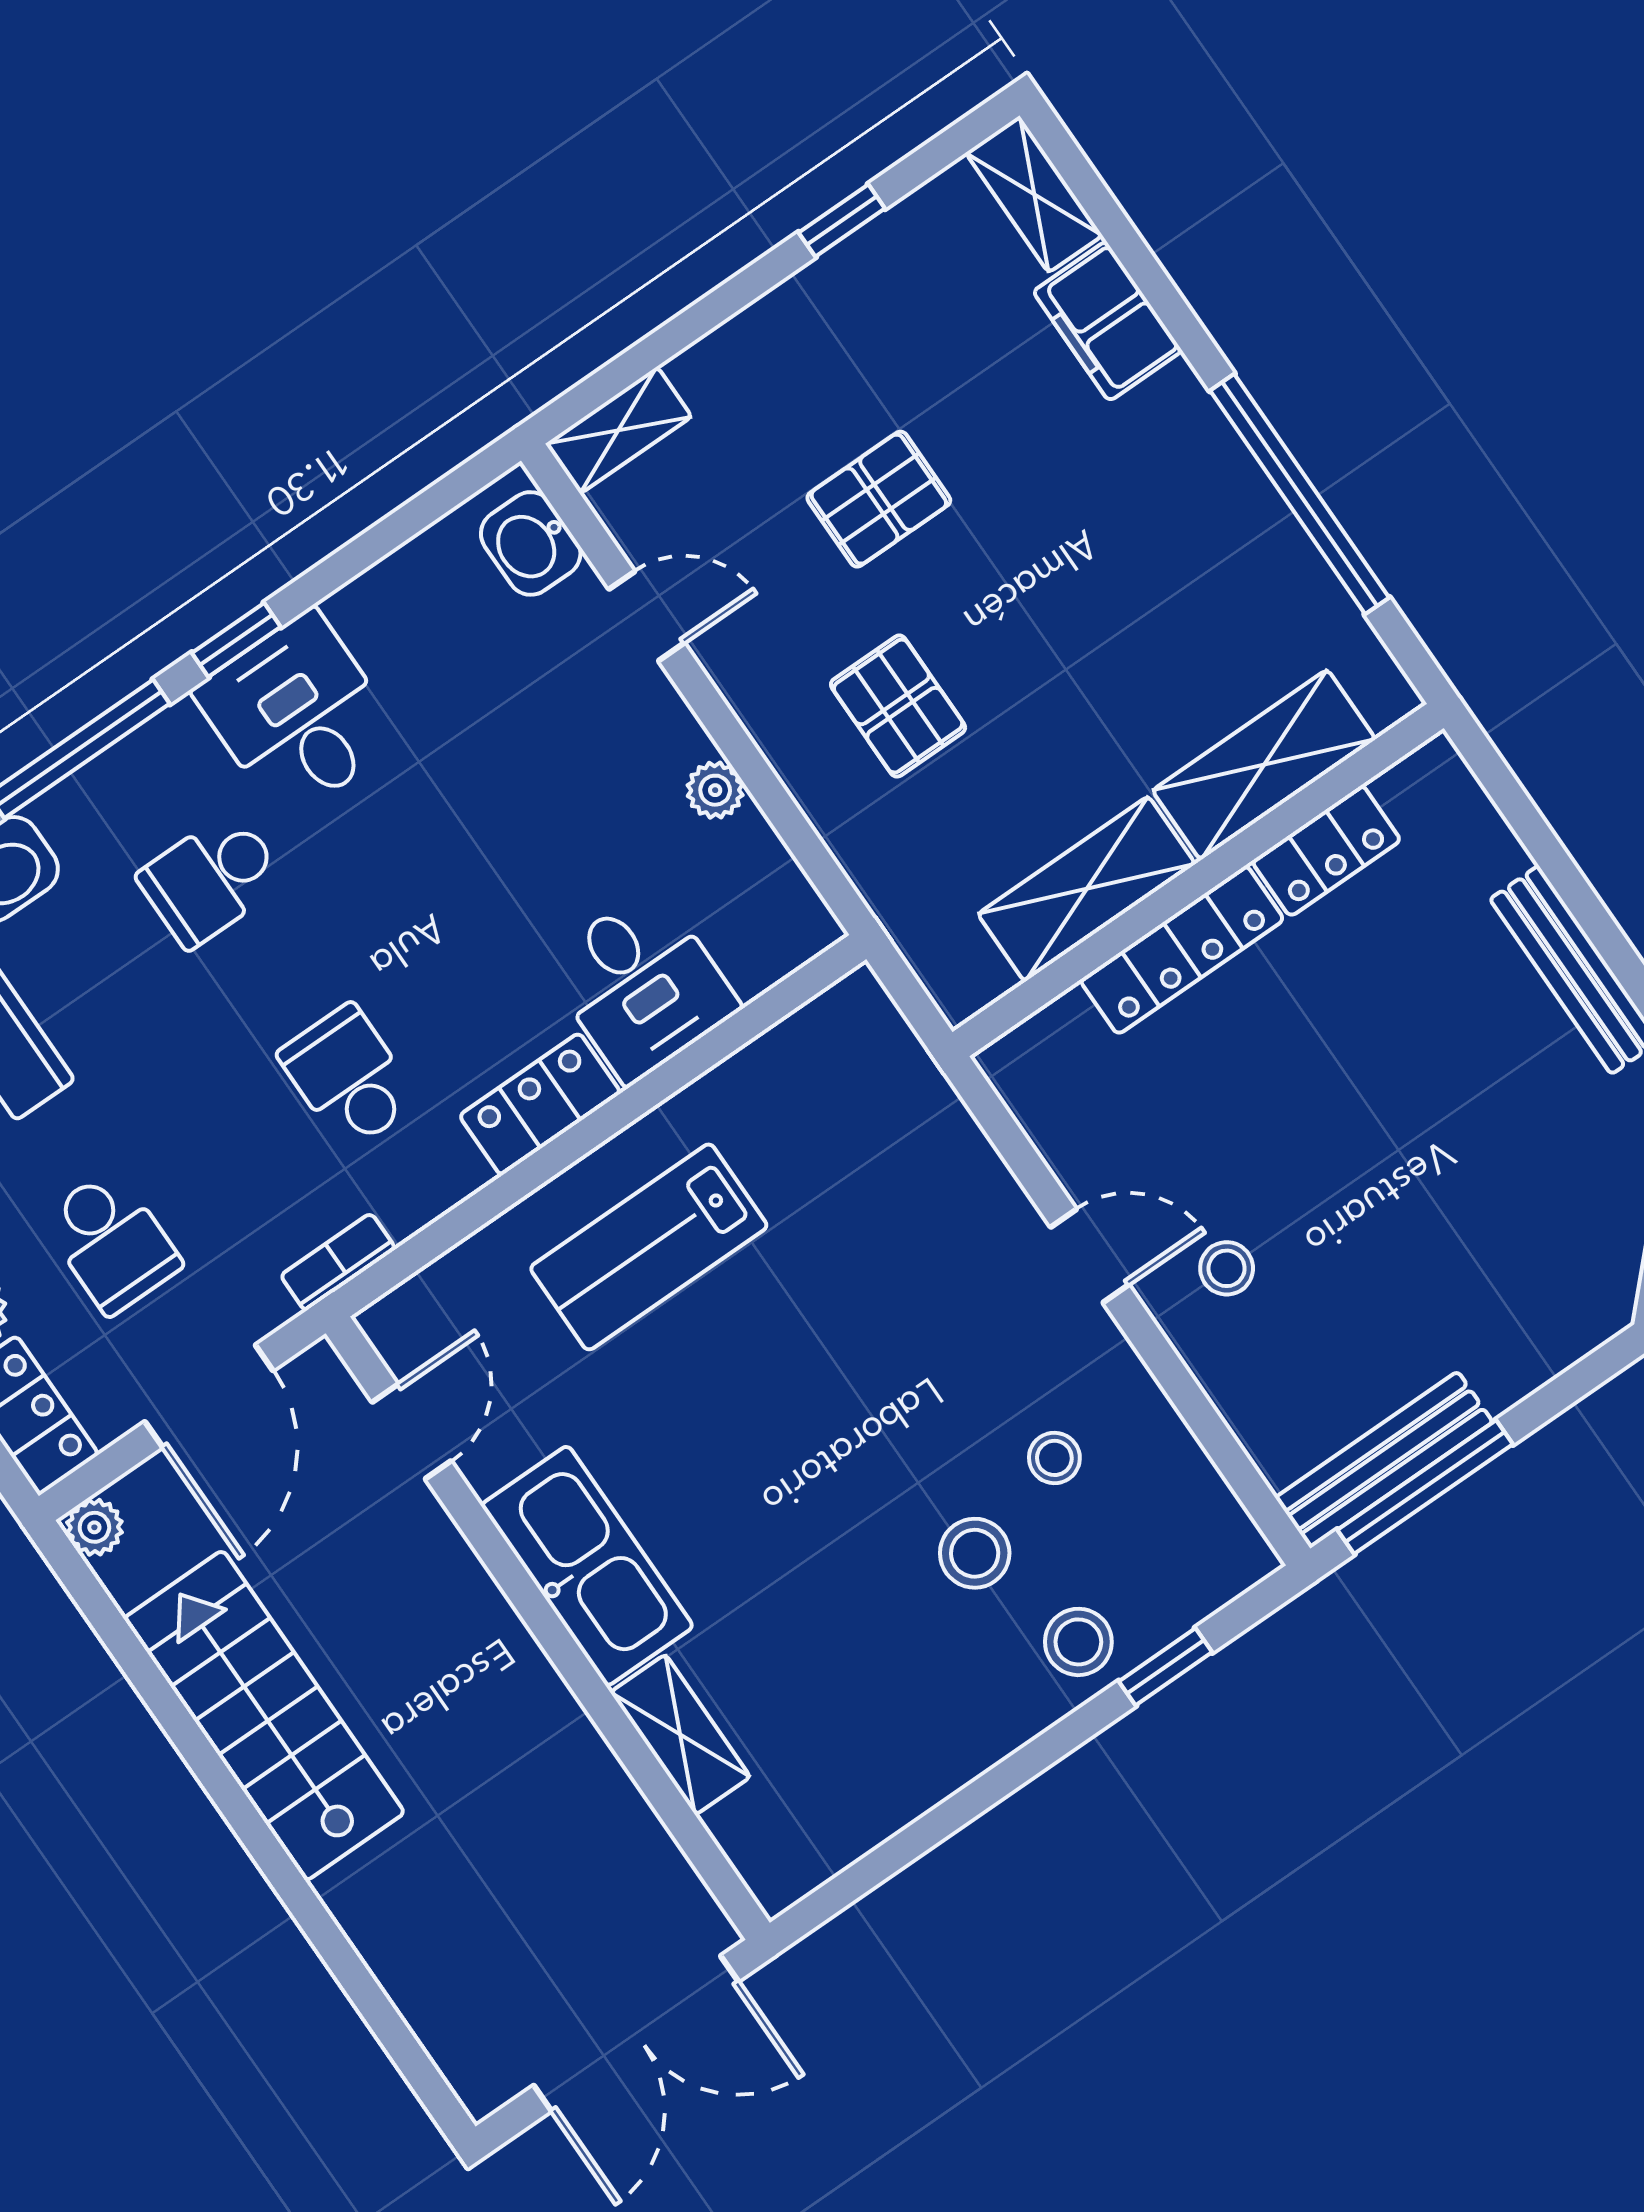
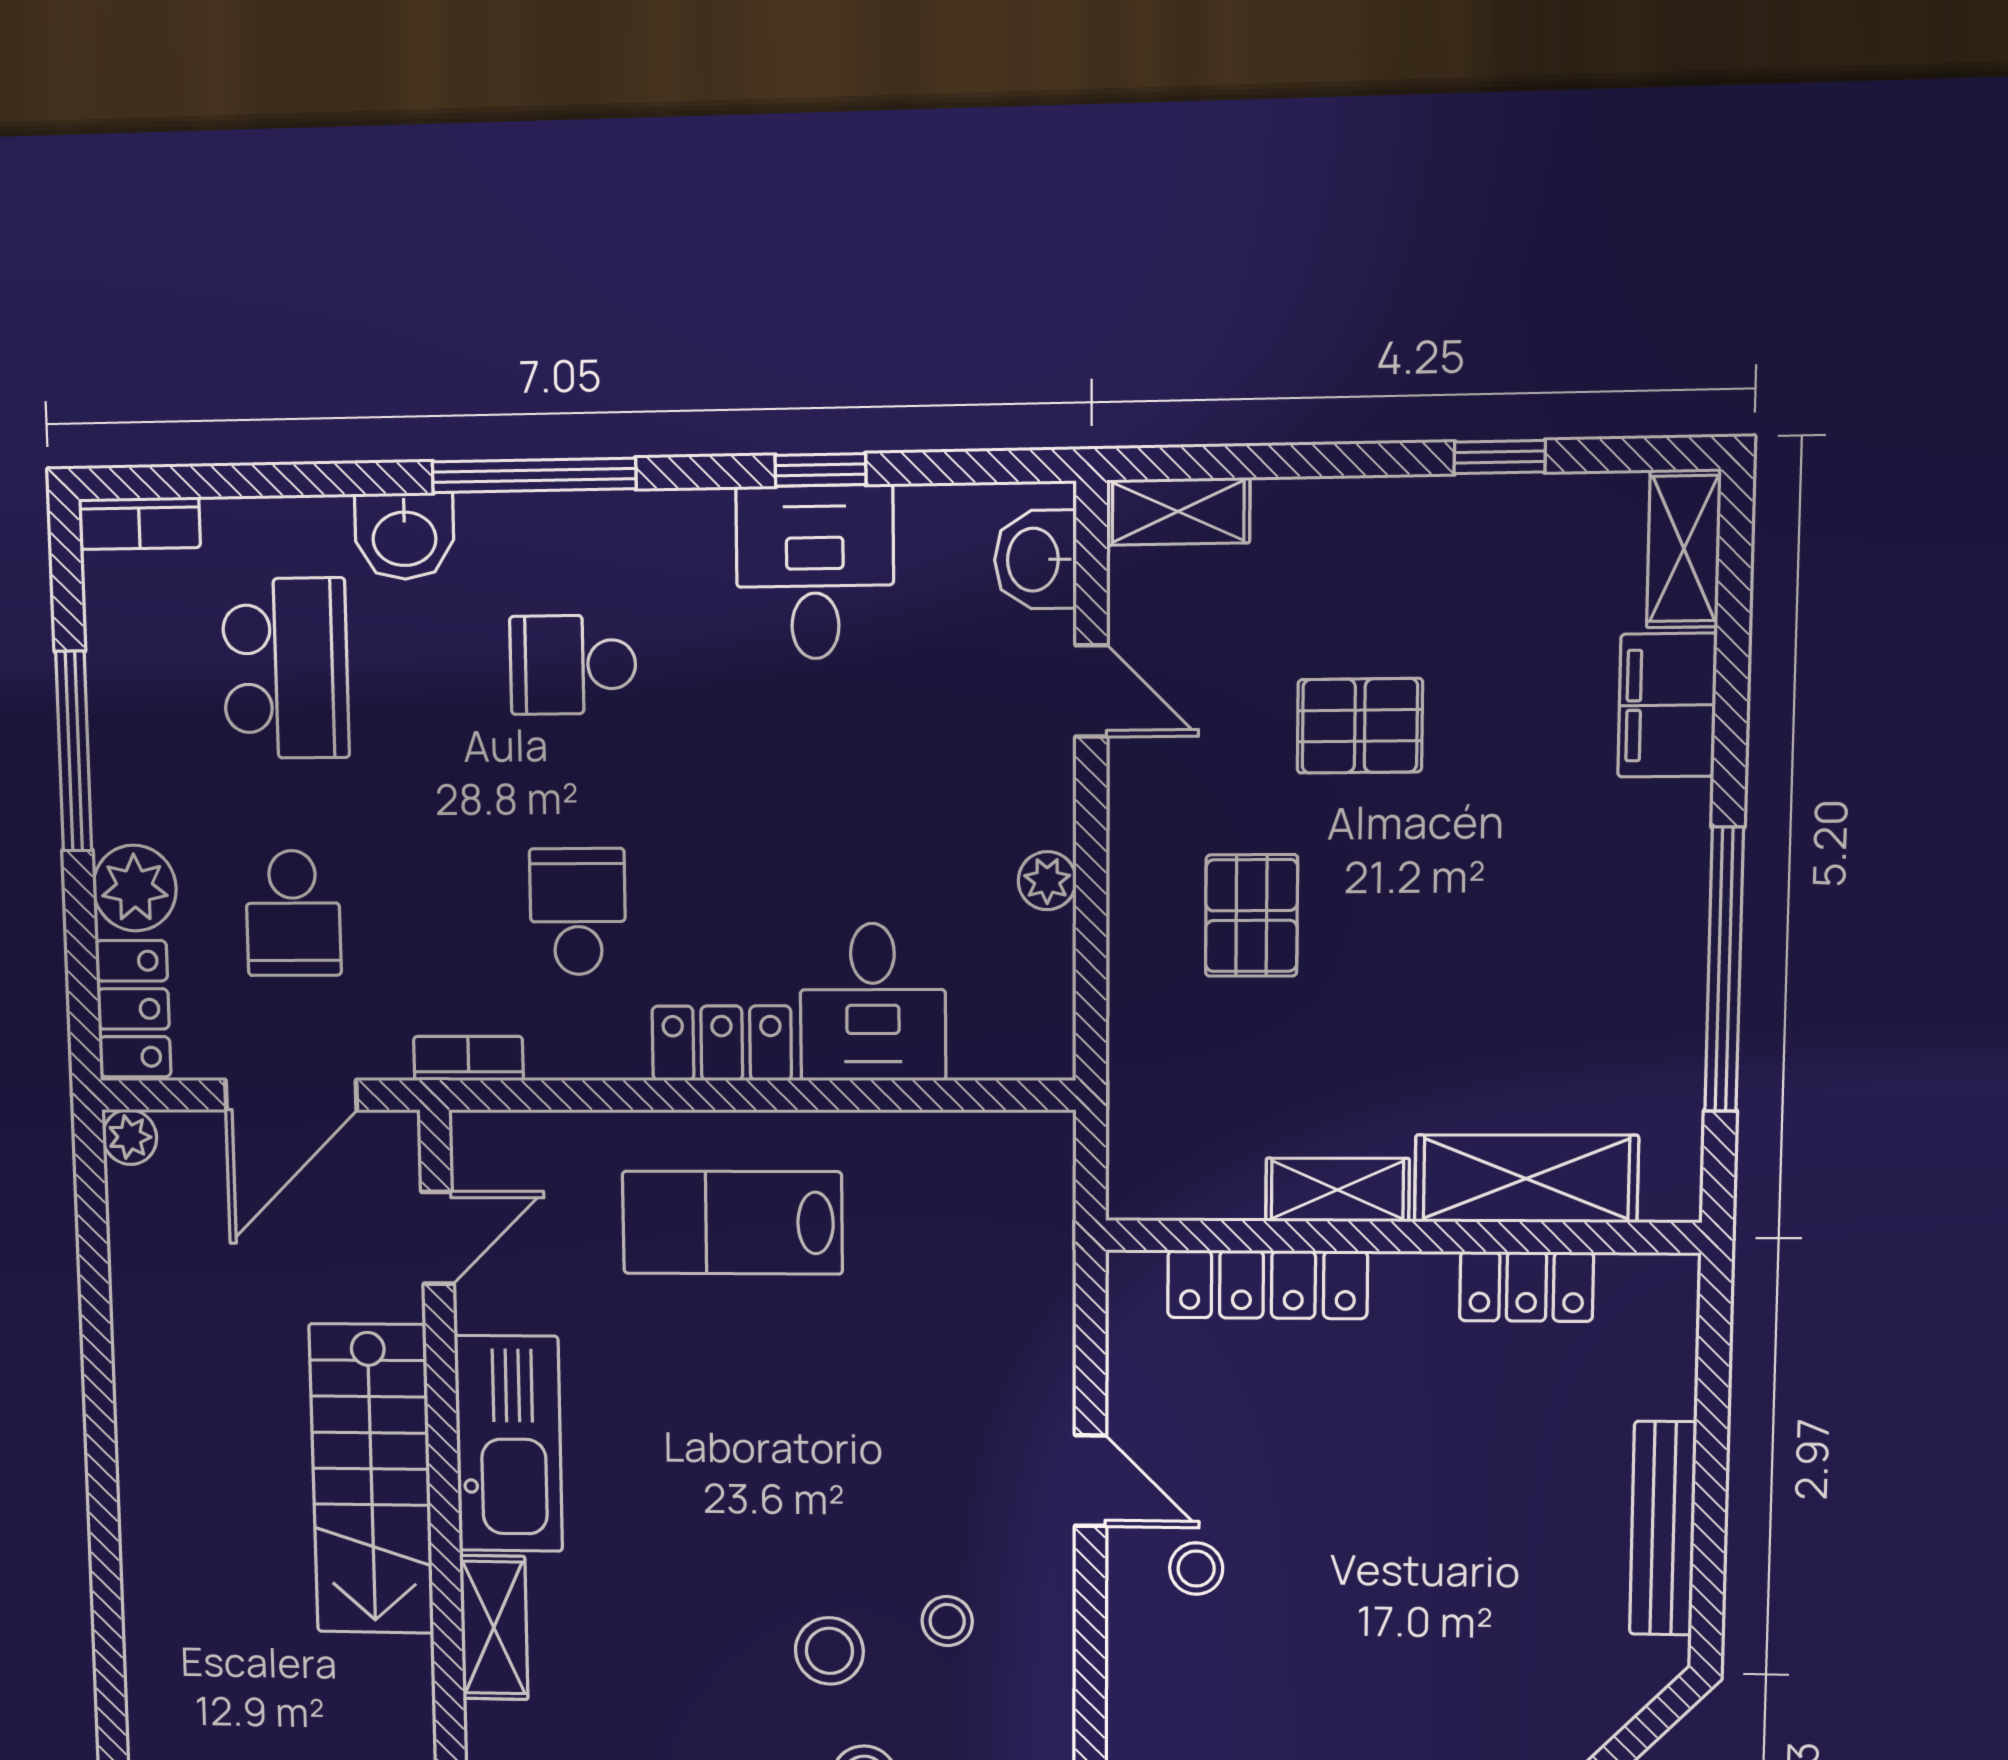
window: (236, 640) -> (820, 470), moved
desk: (298, 715) -> (815, 572), moved
shelving: (1087, 889) -> (1337, 1190), width x0.67, depth x0.75
locker: (1182, 950) -> (1267, 1284), moved
stairs: (264, 1716) -> (371, 1479), moved, turned 180

